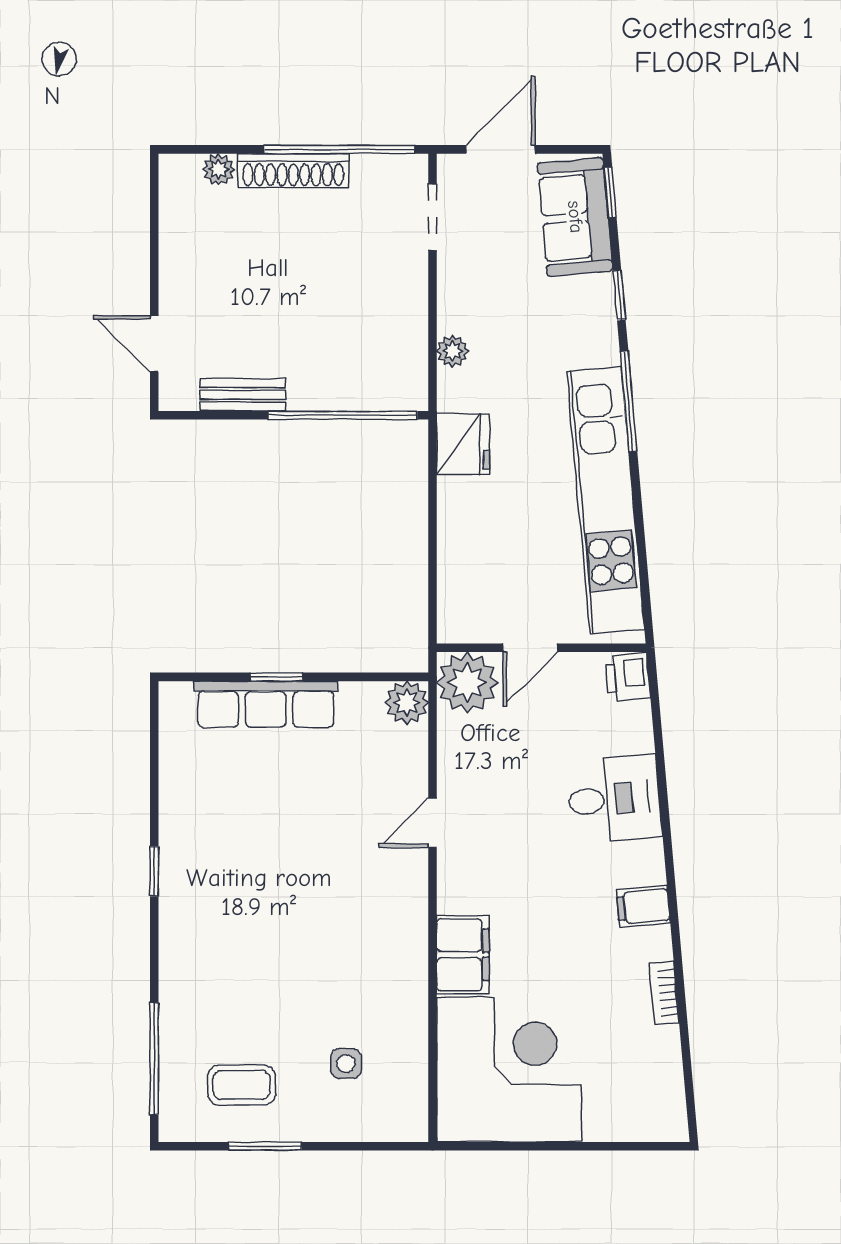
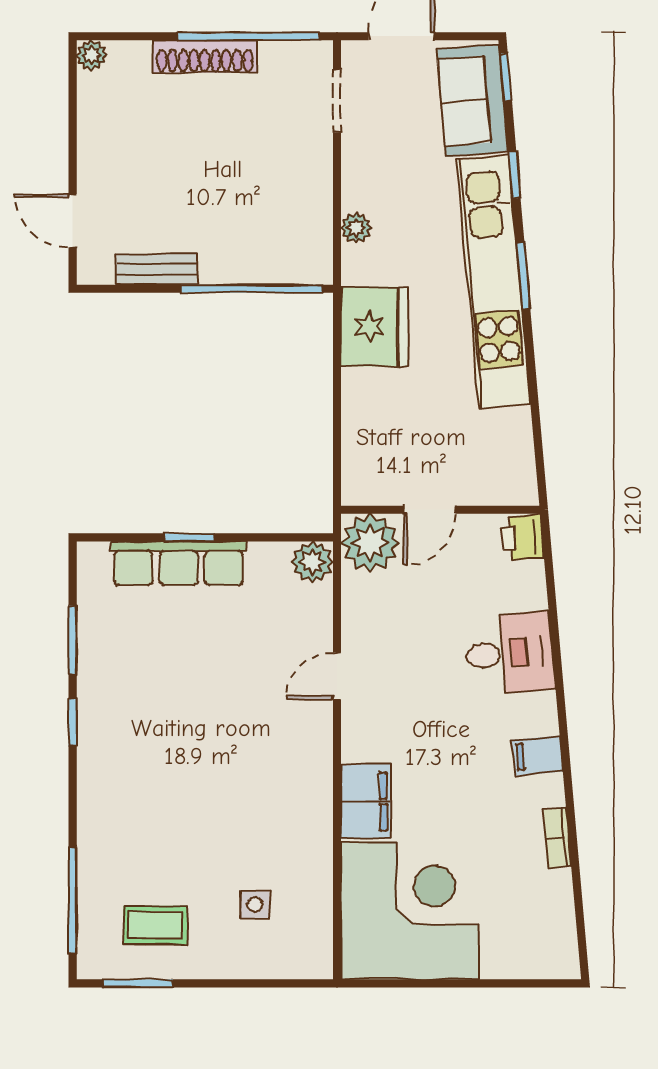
plant: (219, 169) -> (92, 55), moved
window: (629, 402) -> (523, 276), width x0.69
fridge: (463, 444) -> (375, 327), width x1.36, depth x1.34
kitchen unit: (606, 500) -> (494, 282), moved
window: (154, 785) -> (73, 640), added
window: (265, 1146) -> (138, 983), moved

